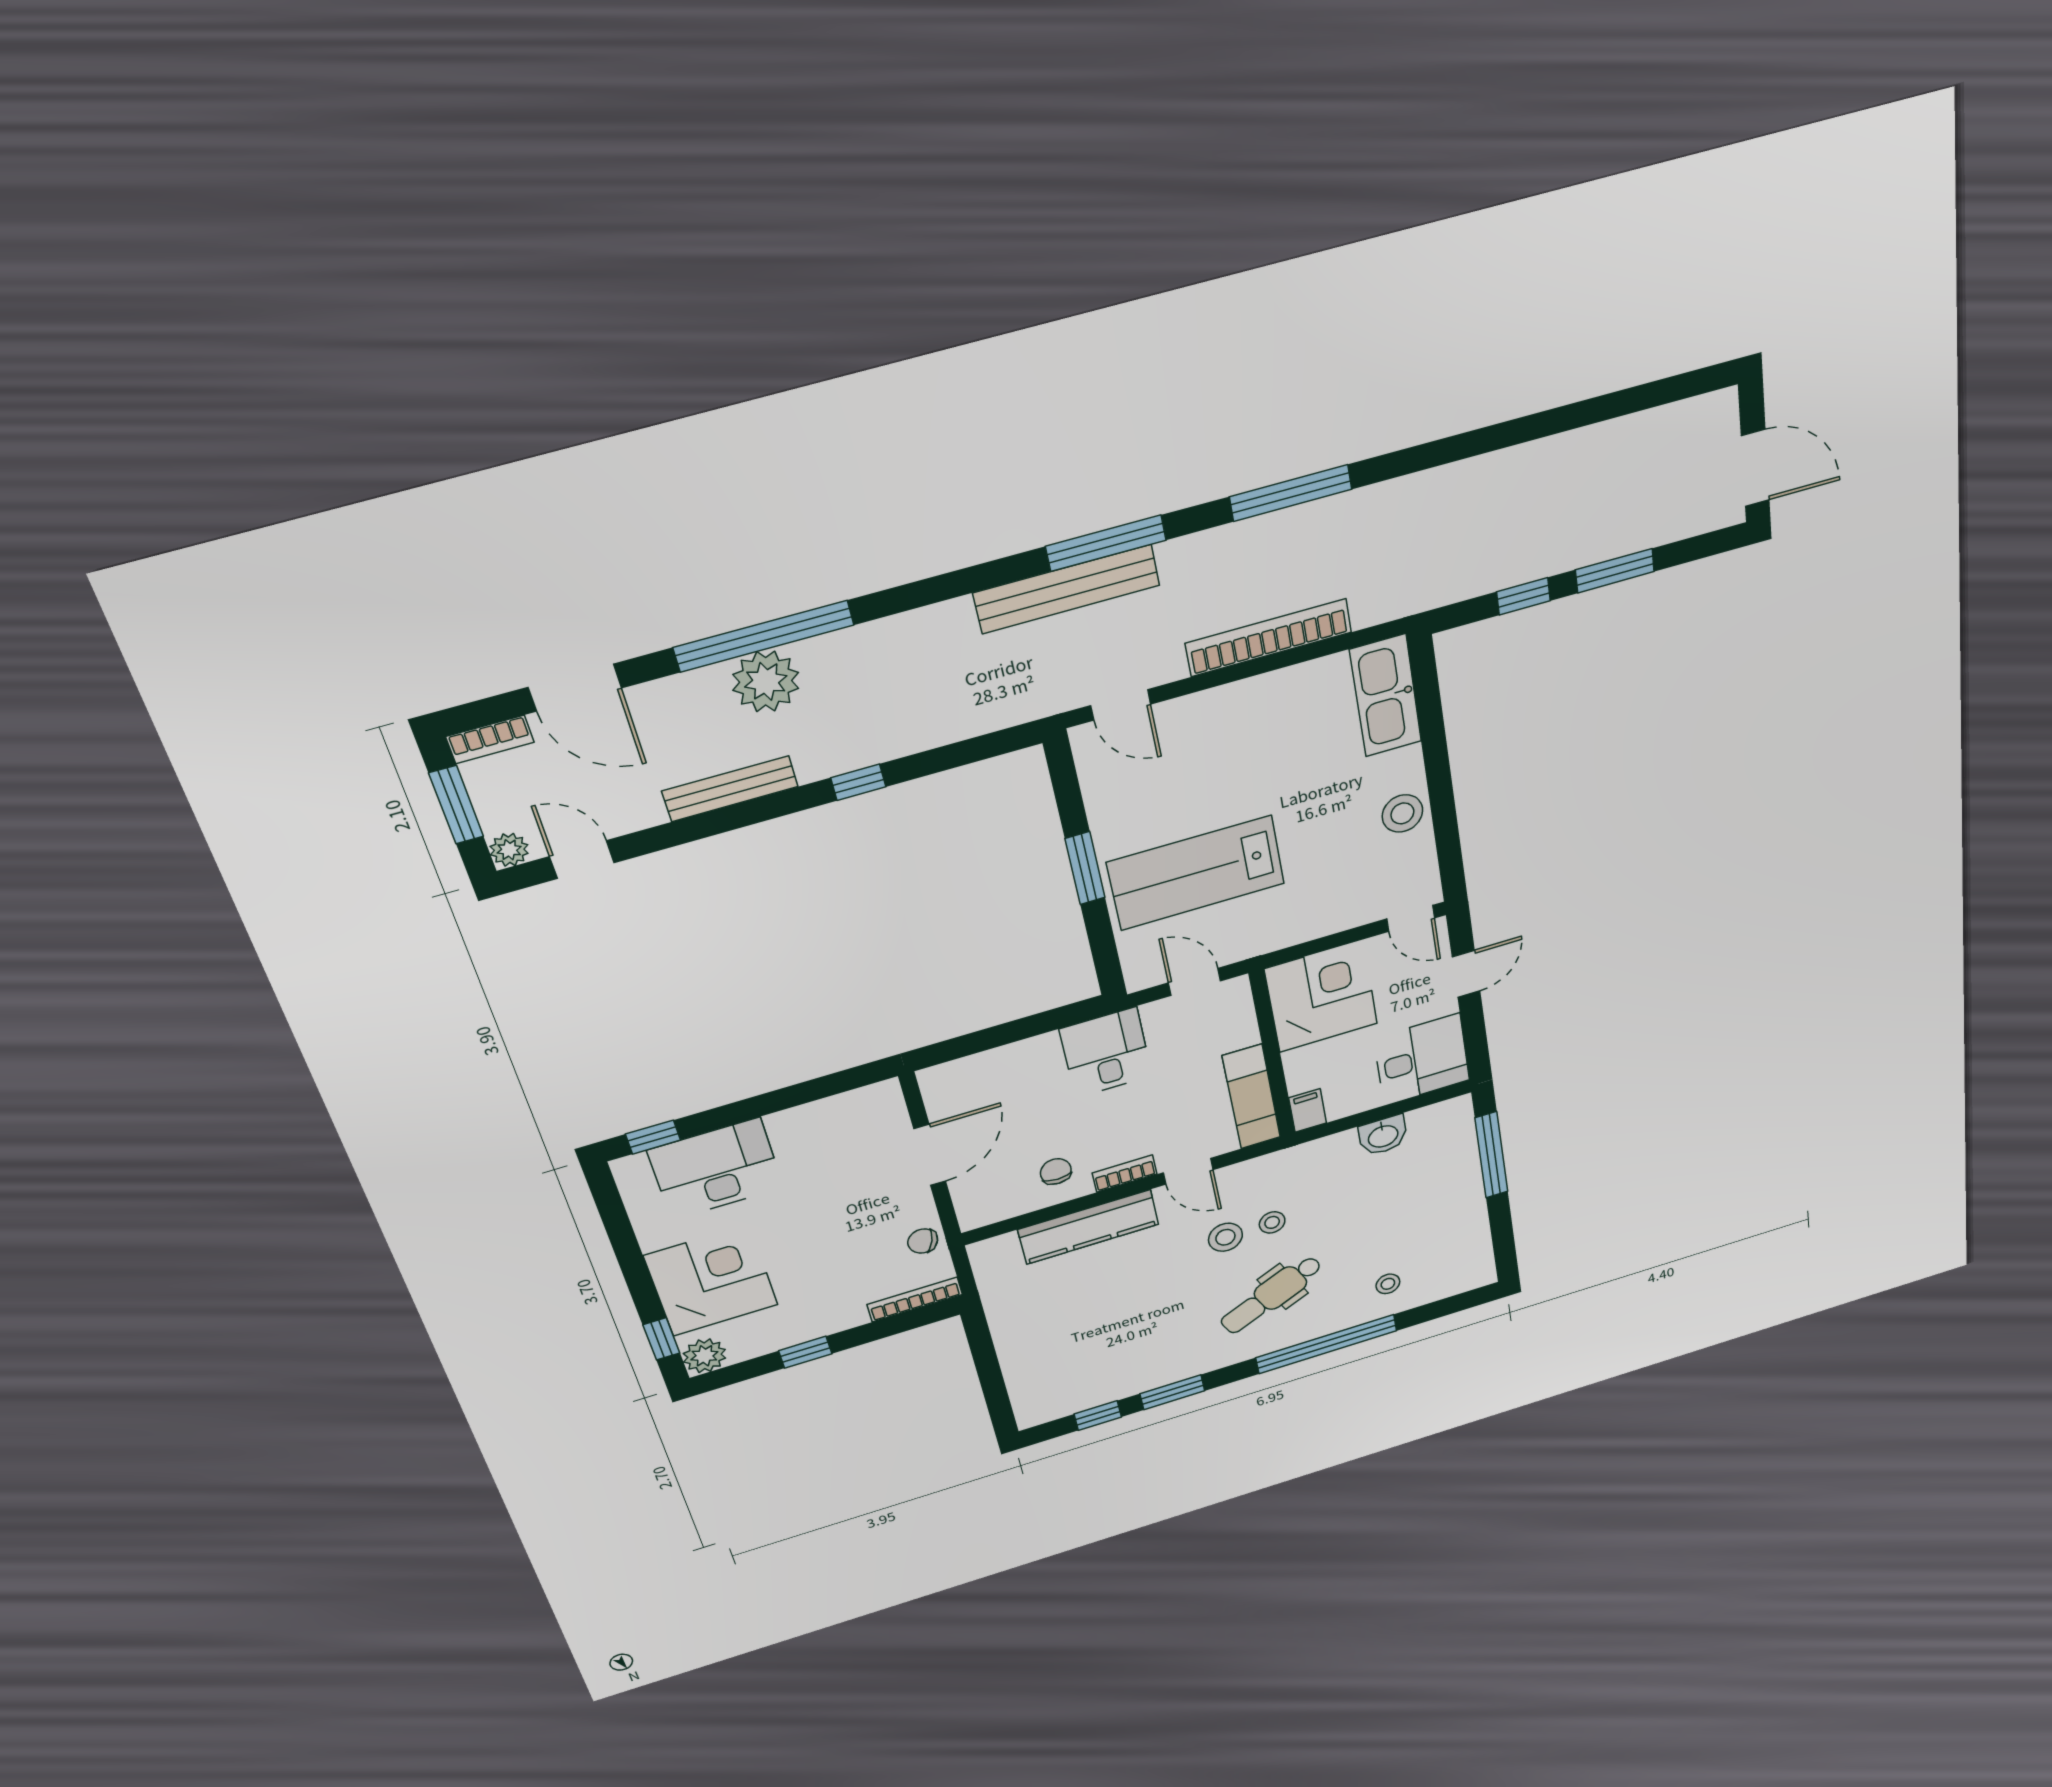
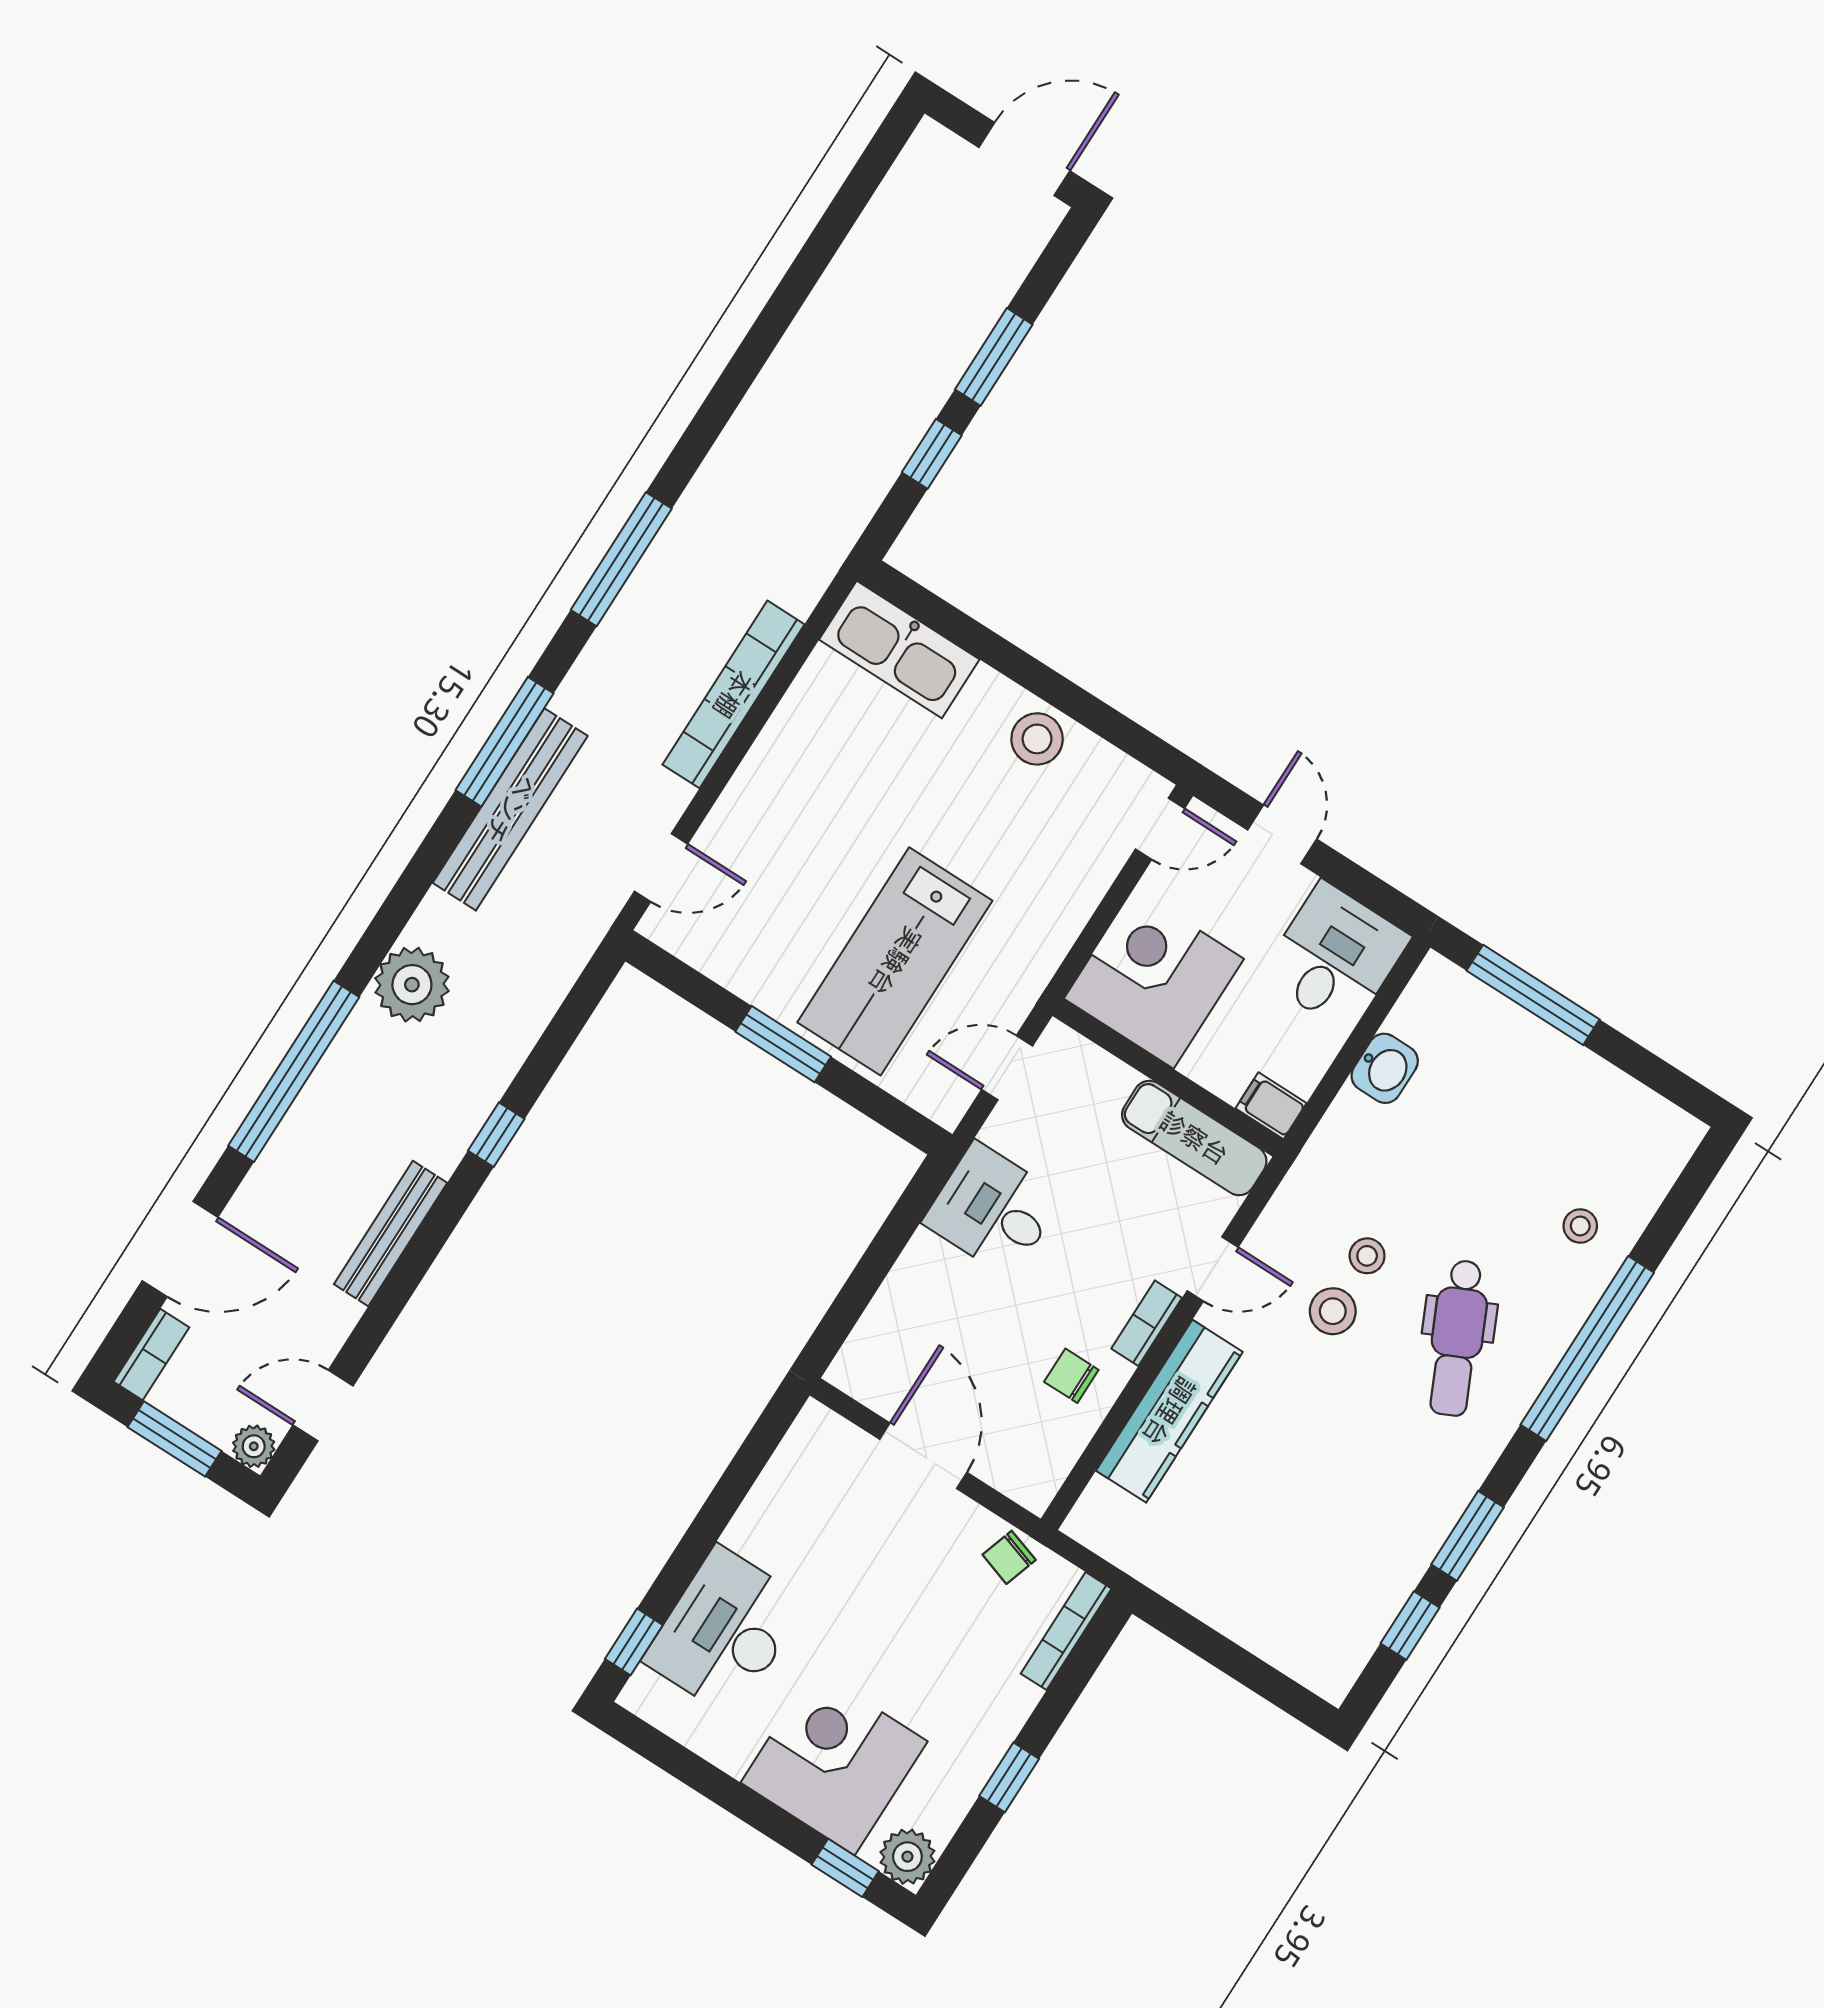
plant: (766, 681) -> (412, 985), moved

